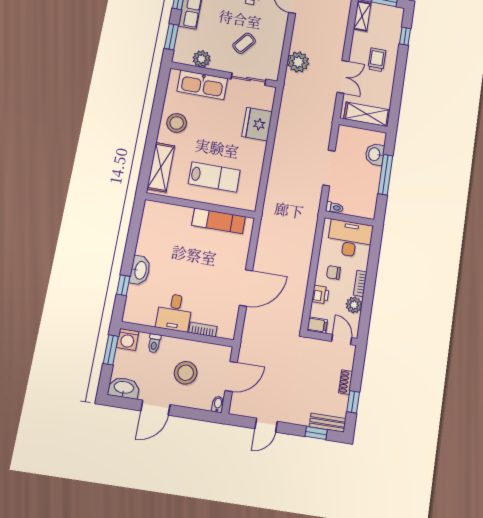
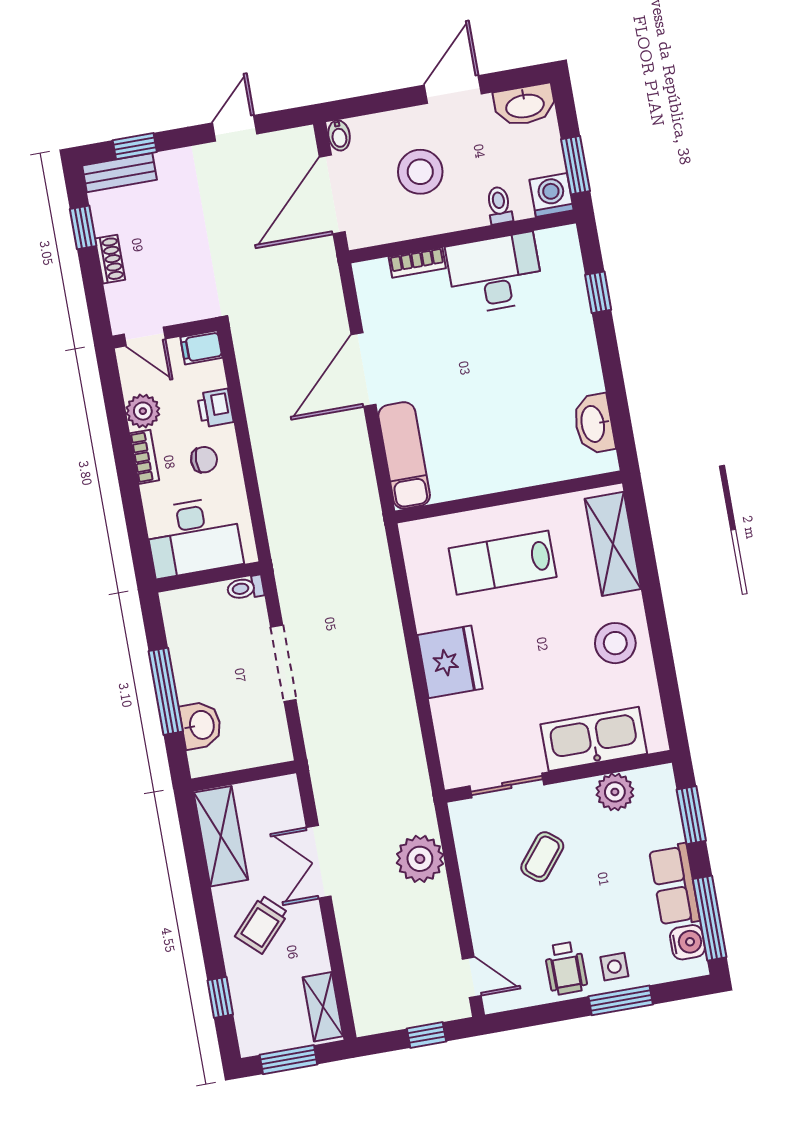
trolley: (377, 60) -> (262, 925), turned 43
shelving: (367, 114) -> (221, 836), moved, turned 90
fridge: (257, 124) -> (450, 662), moved
exam couch: (219, 221) -> (404, 455), moved, turned 90
washbasin: (140, 270) -> (594, 424), moved
desk: (174, 312) -> (495, 273), width x1.37
door: (231, 376) -> (332, 195), width x1.36

